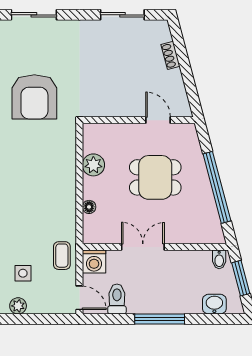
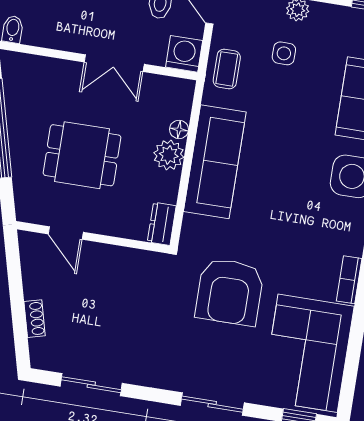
armchair: (34, 97) -> (230, 292), turned 180
dresser: (91, 138) -> (162, 224), added
plant: (93, 165) -> (169, 155), moved
sofa: (60, 188) -> (215, 162), added

